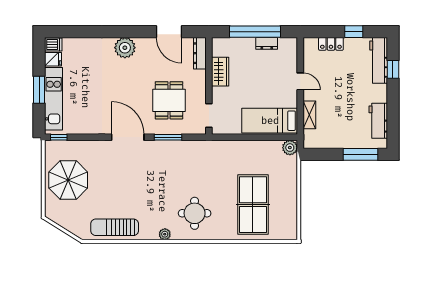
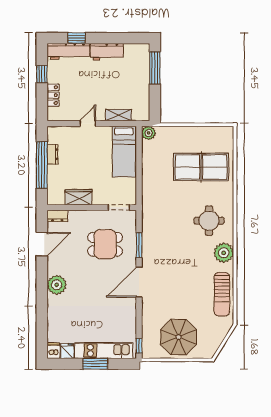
dresser: (200, 53) -> (57, 216), width x0.70
workbench: (378, 121) -> (107, 52), moved
plant: (165, 234) -> (224, 253), width x1.88, depth x1.88

